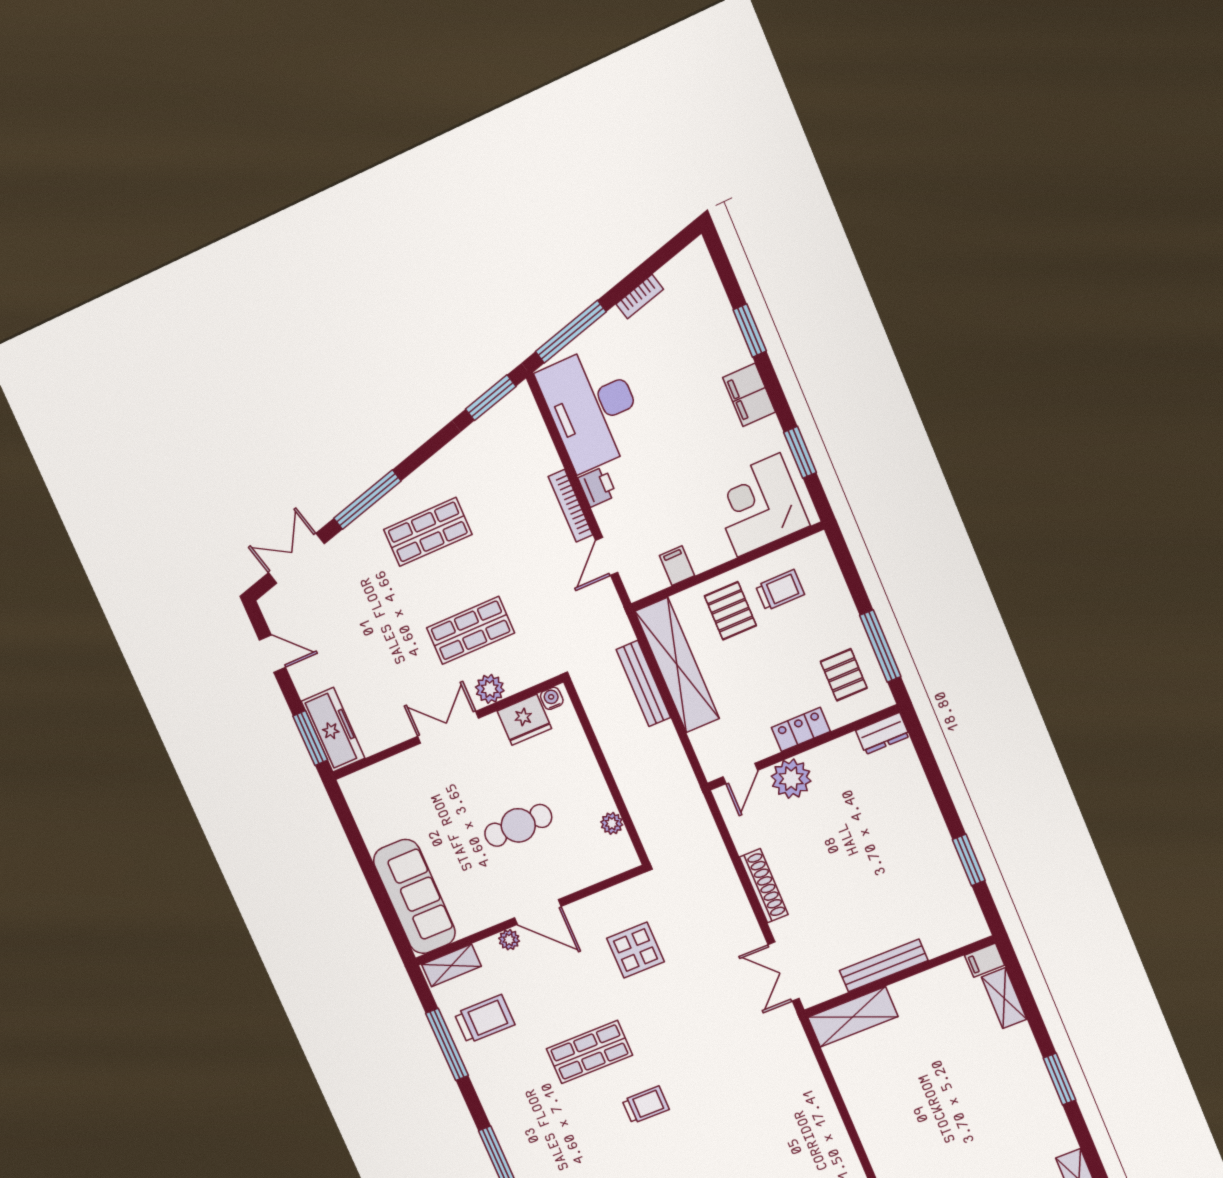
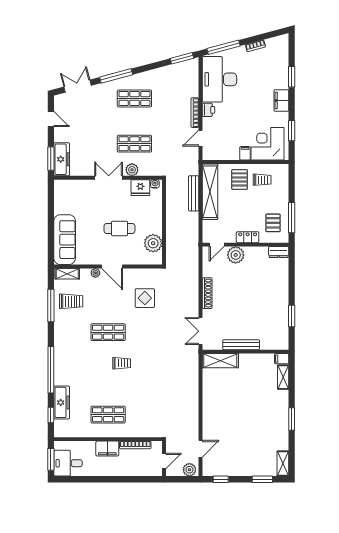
filing cabinet: (677, 566) -> (245, 153), moved
plant: (612, 823) -> (153, 243), width x1.88, depth x1.88

